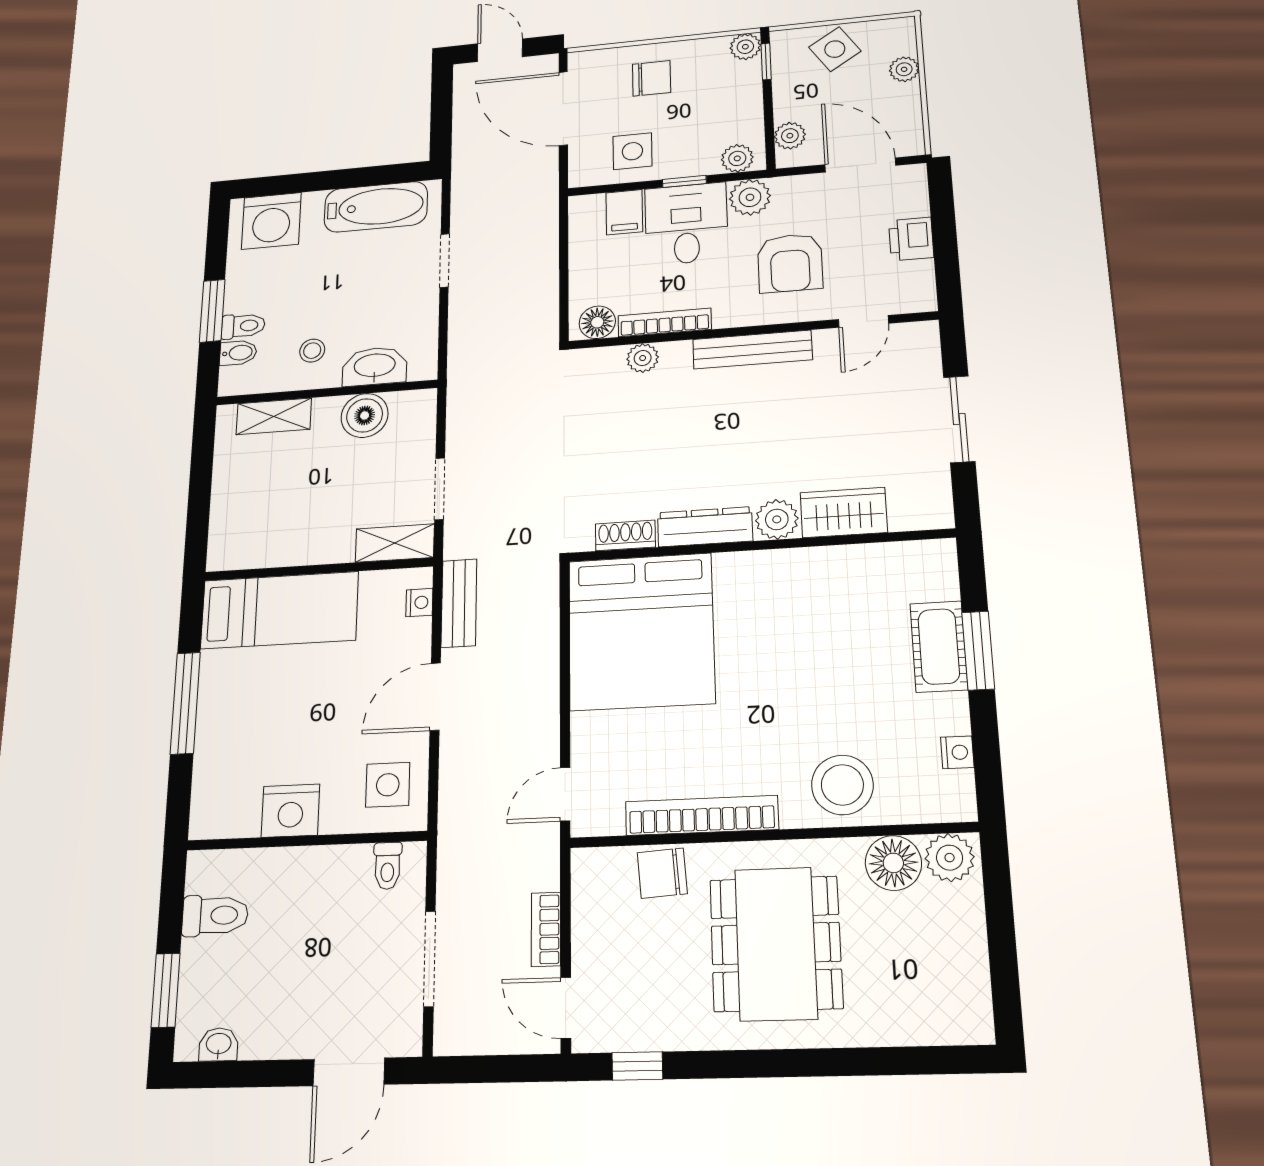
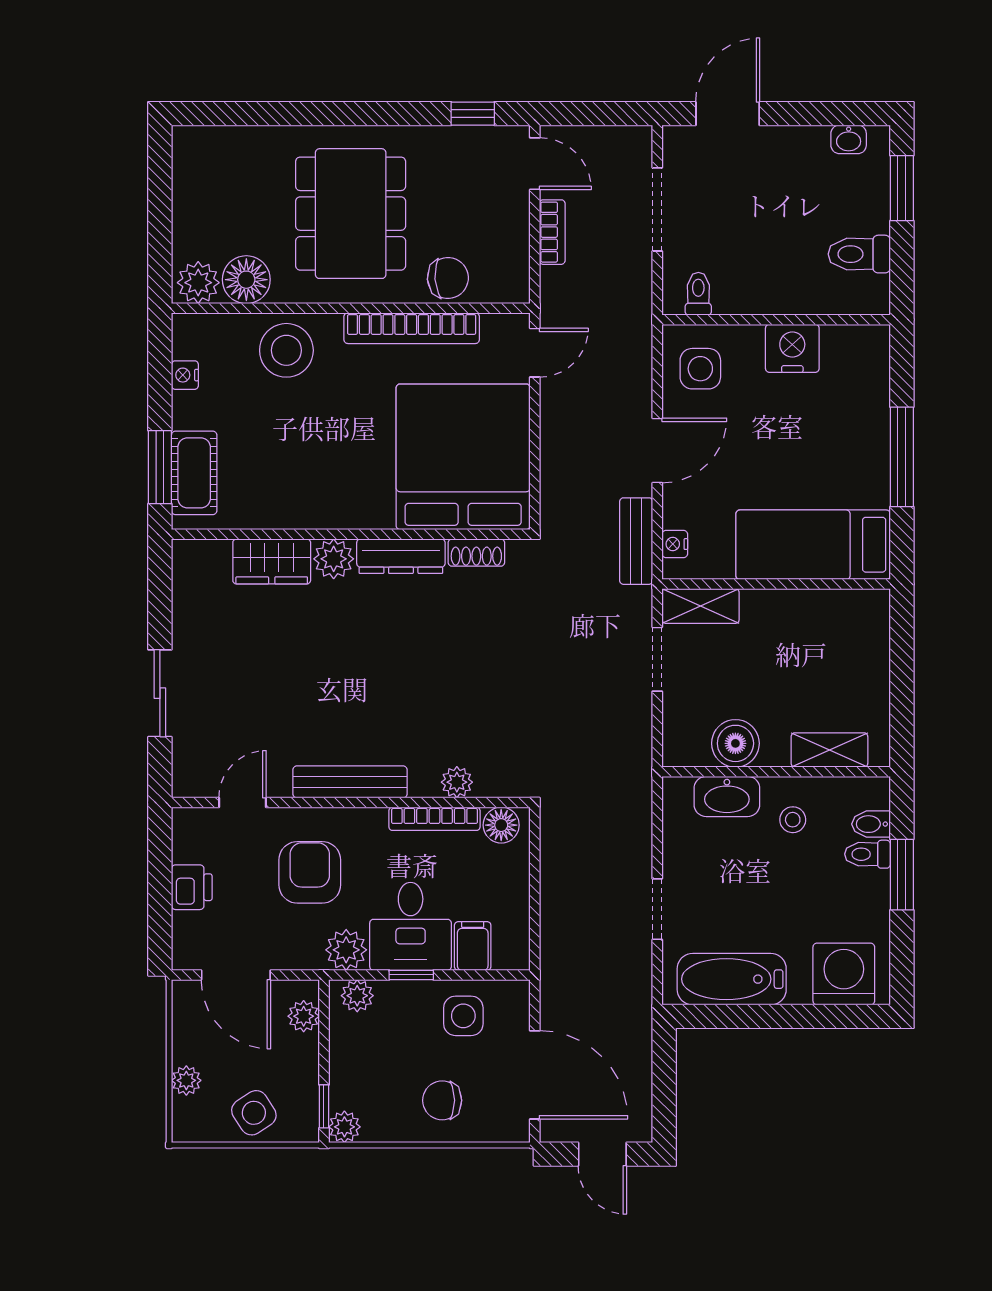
wardrobe: (844, 512) -> (272, 561), moved
plant: (777, 519) -> (334, 559), moved
dresser: (705, 527) -> (401, 556), moved
shoe rack: (625, 535) -> (476, 553), moved
wall: (759, 545) -> (351, 534), moved
bed: (641, 631) -> (463, 457), moved

